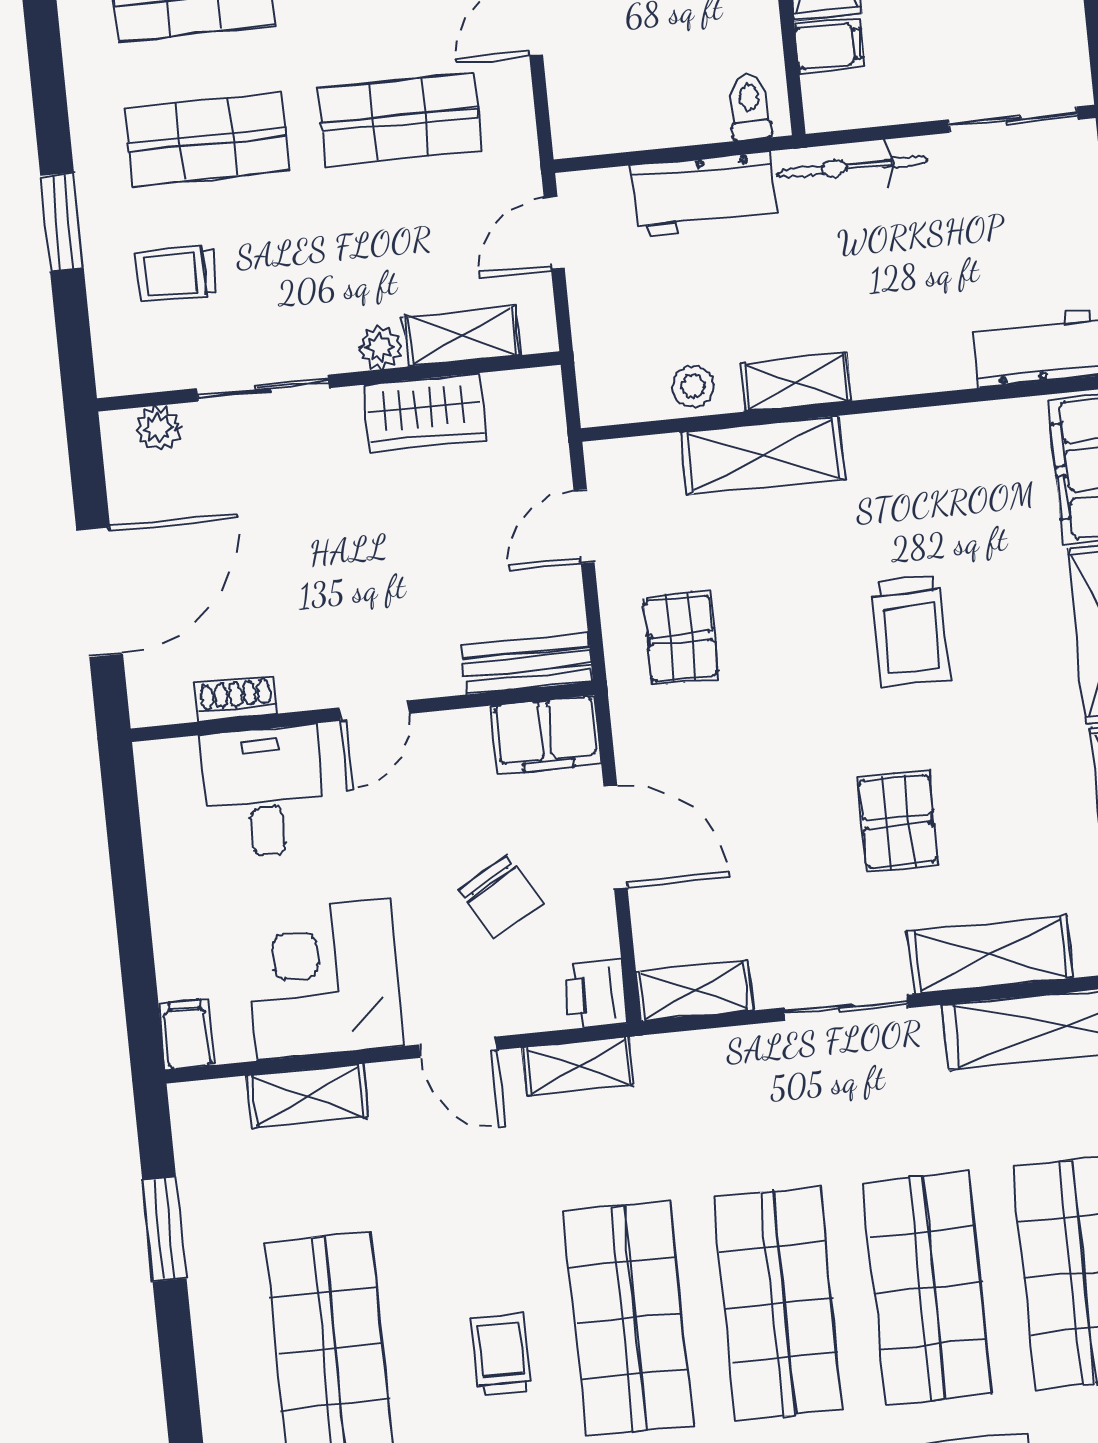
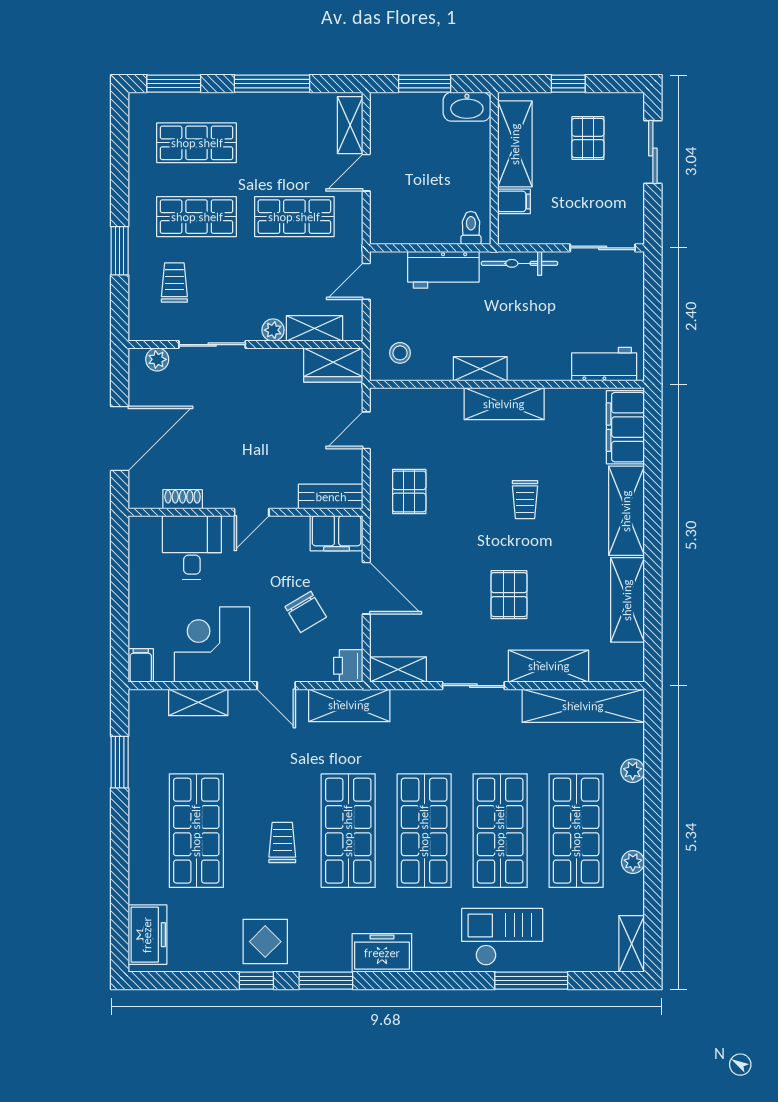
trolley: (176, 274) -> (174, 282), turned 90
stool: (693, 386) -> (400, 353), moved
wardrobe: (424, 413) -> (333, 365), moved
shelving: (763, 455) -> (504, 404), moved
trolley: (910, 631) -> (525, 500), width x0.73, depth x0.72
shelving: (578, 1066) -> (349, 705), width x1.50, depth x1.33

